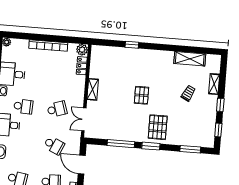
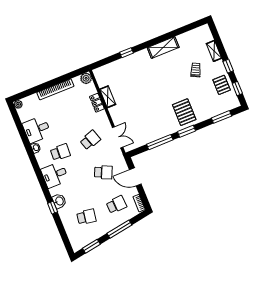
shelving: (190, 59) -> (163, 48), moved
locker: (82, 66) -> (97, 103), moved
shelving: (93, 89) -> (108, 97), moved
pallet: (141, 95) -> (222, 85), moved
double door: (84, 119) -> (118, 137), swing flipped

